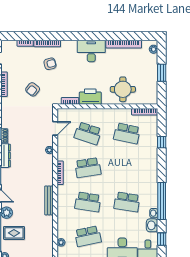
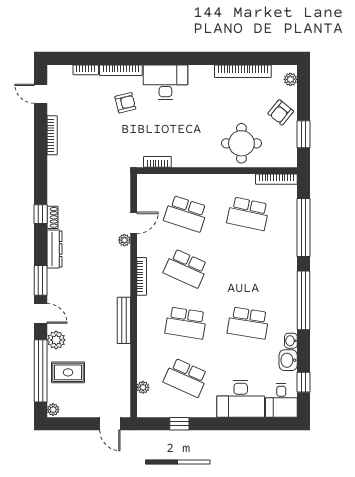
desk: (91, 51) -> (165, 82), moved
window: (162, 73) -> (303, 134), moved
armchair: (33, 89) -> (281, 112), moved
printer: (90, 97) -> (190, 155), removed
door: (55, 128) -> (134, 223), moved
window: (162, 142) -> (303, 228), width x3.17
school desk: (88, 168) -> (186, 268), turned 33
window: (162, 201) -> (303, 300), moved
school desk: (88, 236) -> (186, 378), turned 36

